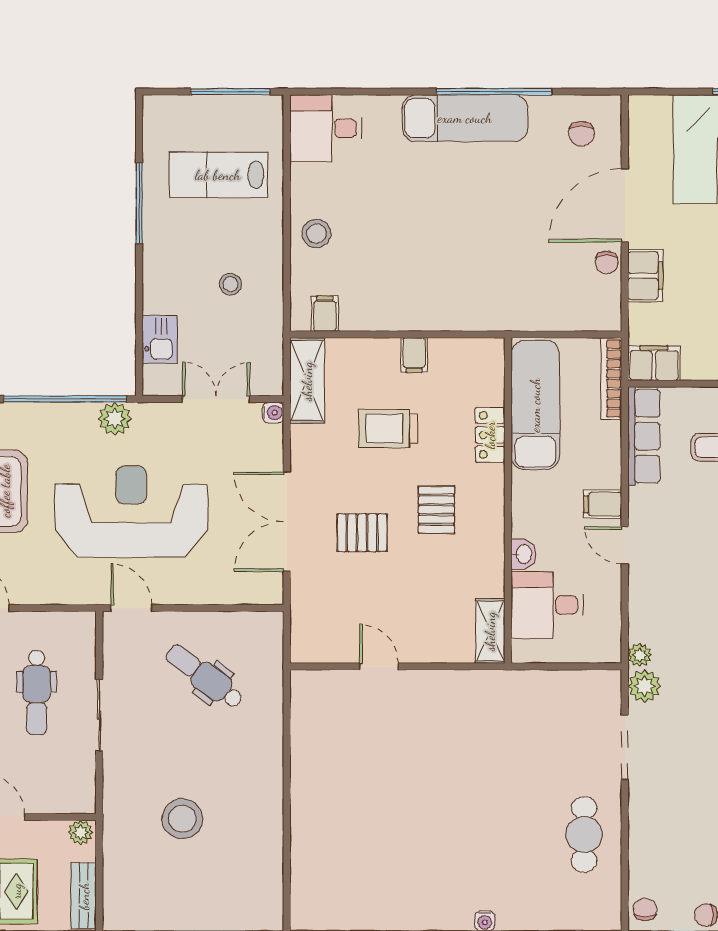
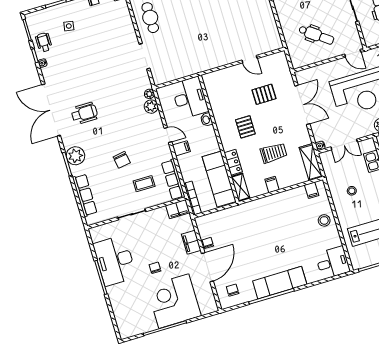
pallet: (362, 533) -> (264, 94), moved
desk: (547, 605) -> (190, 98), width x1.37
shelving: (490, 631) -> (241, 187), moved
plant: (645, 686) -> (151, 107), moved

